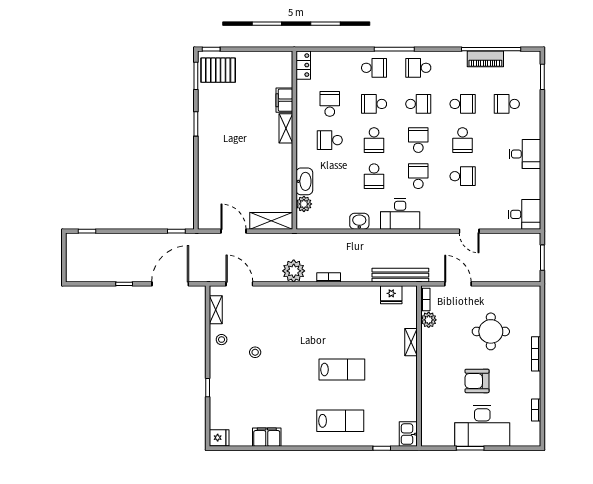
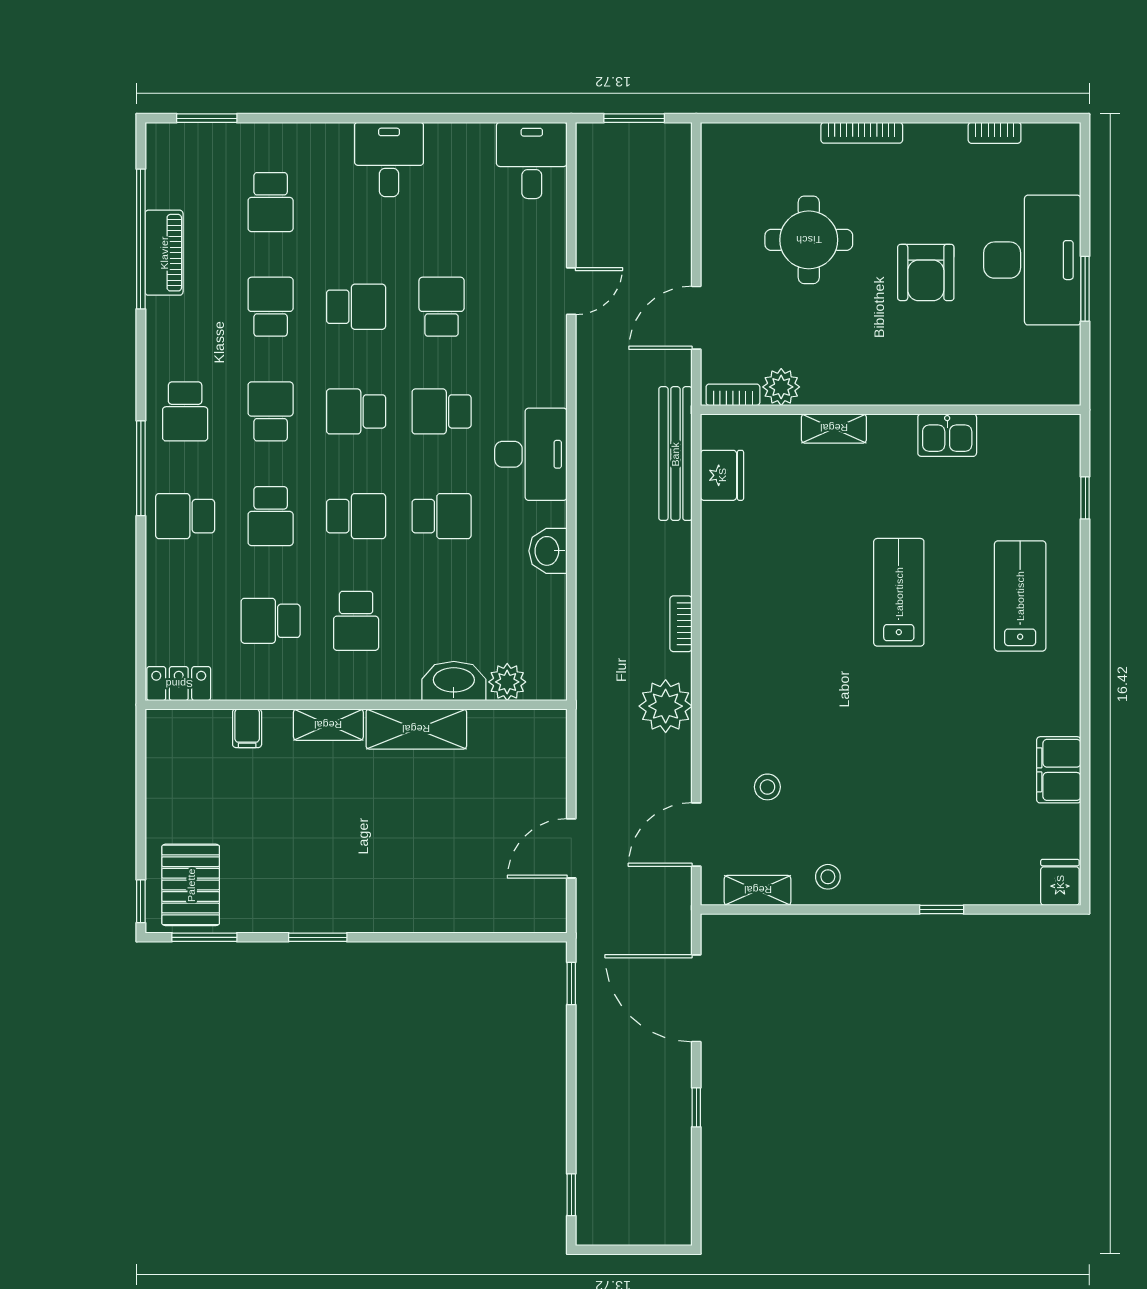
school desk: (374, 68) -> (185, 516), turned -90
filing cabinet: (284, 100) -> (247, 728), width x0.50
shelving: (271, 221) -> (416, 729), moved, turned 90
stool: (255, 352) -> (767, 787), moved
kitchen sink: (408, 434) -> (947, 435), moved

